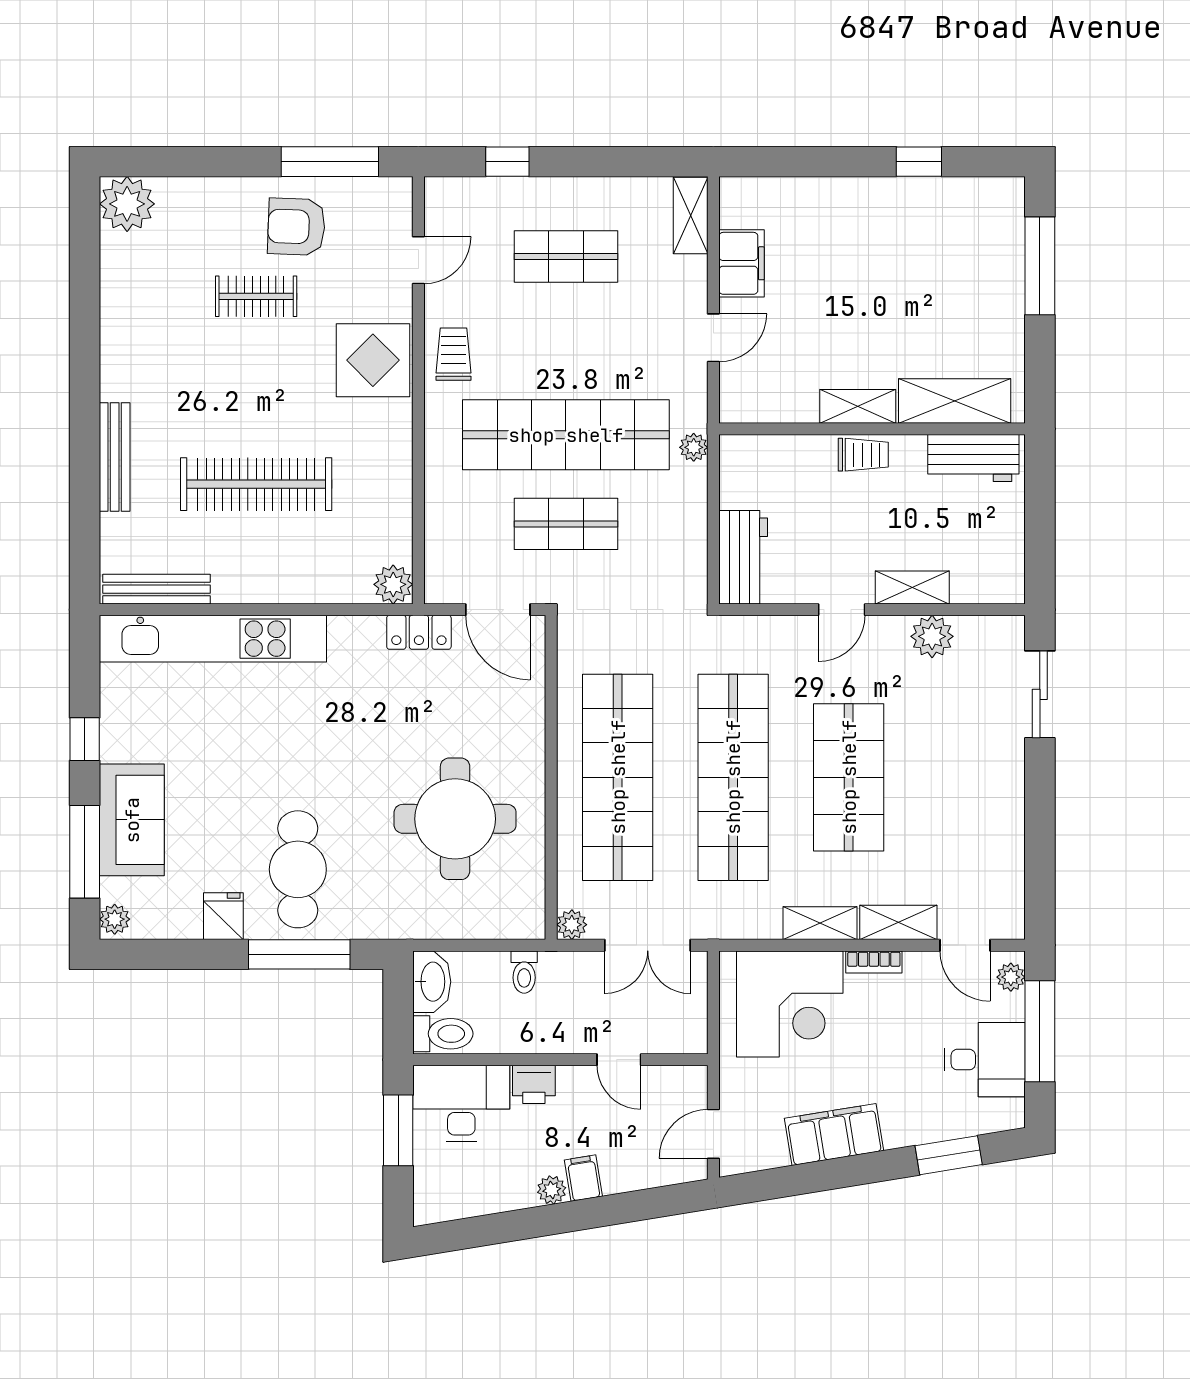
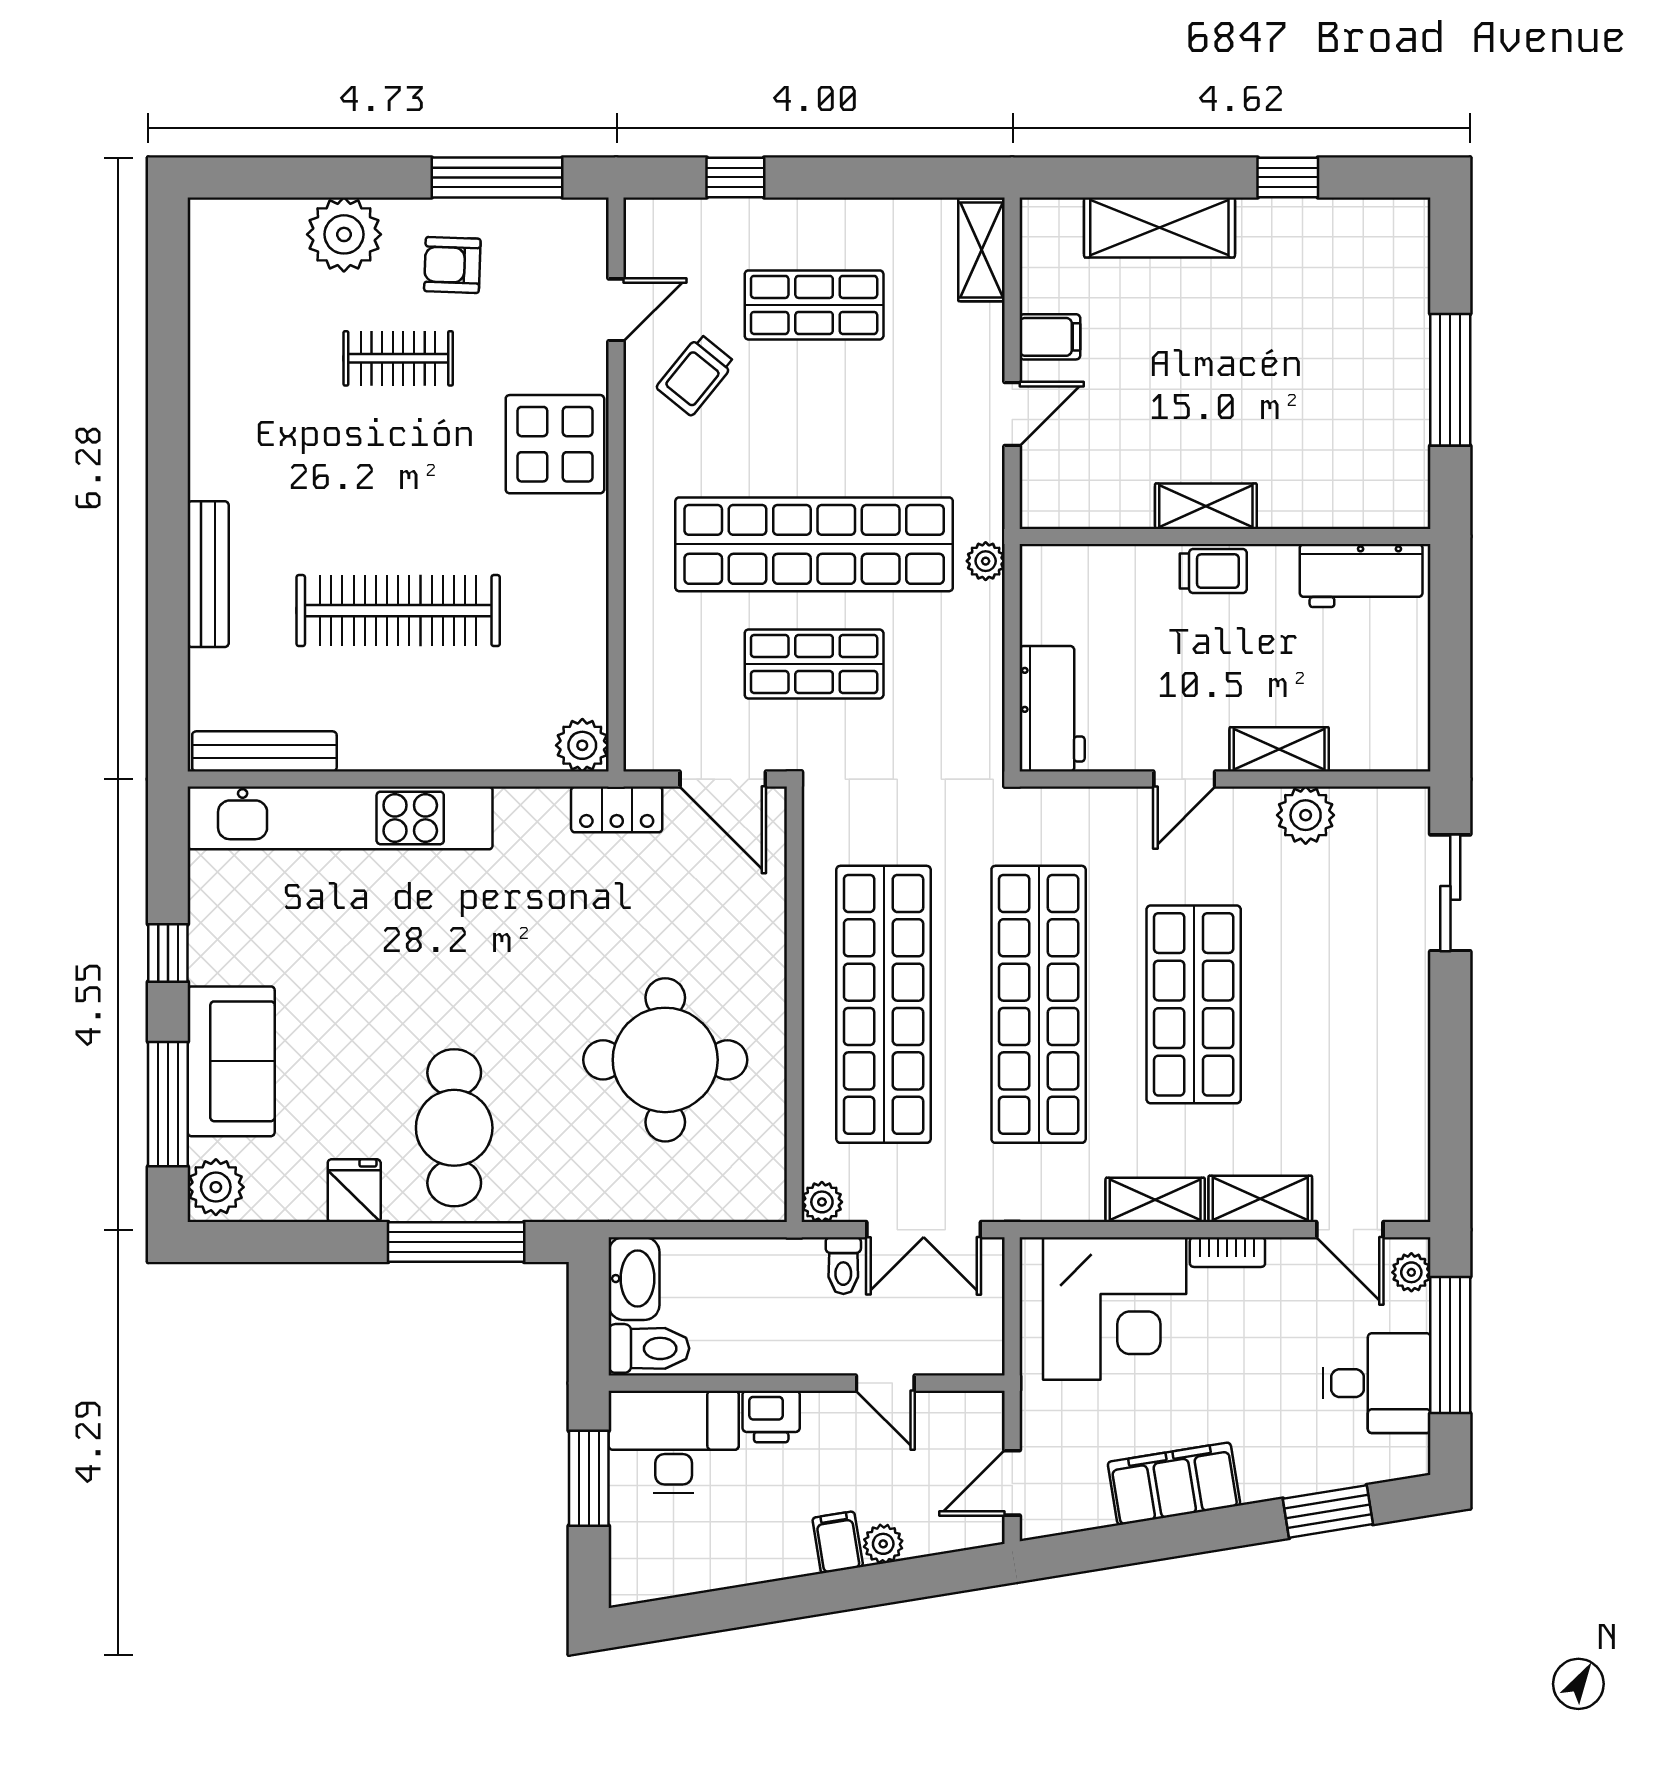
plant: (127, 204) -> (344, 234), moved
armchair: (296, 227) -> (452, 265), width x0.72, depth x0.72
filing cabinet: (742, 263) -> (1050, 337), width x0.50
window: (1040, 266) -> (1450, 380), moved
trolley: (453, 354) -> (696, 375), moved, turned -141
shelving: (955, 401) -> (1159, 227), moved
plant: (115, 919) -> (216, 1187), width x1.38, depth x1.38
toilet: (524, 972) -> (843, 1266), moved
plant: (552, 1190) -> (883, 1544), moved

